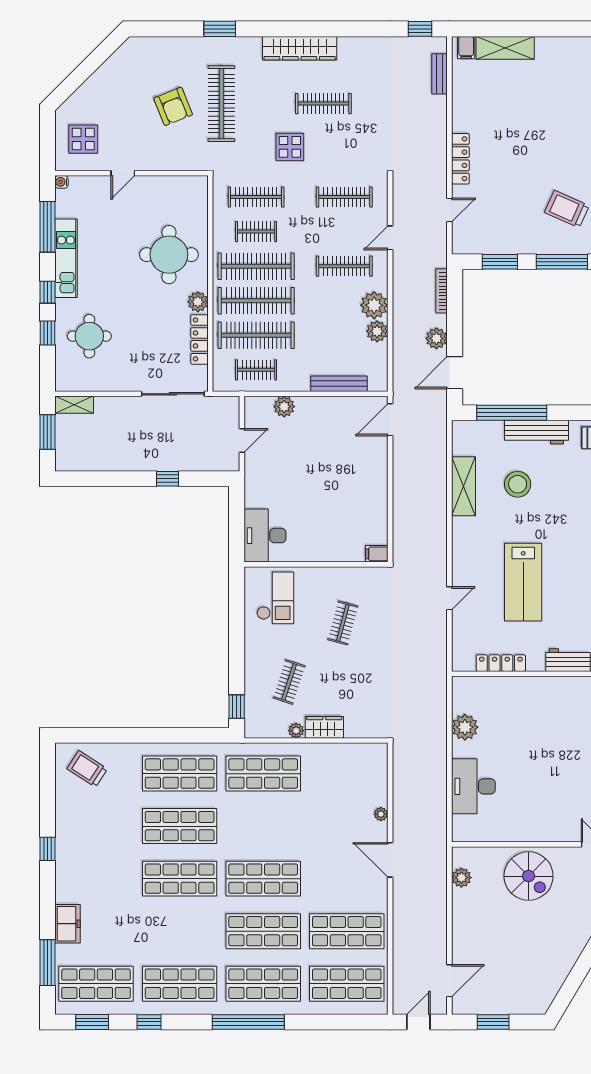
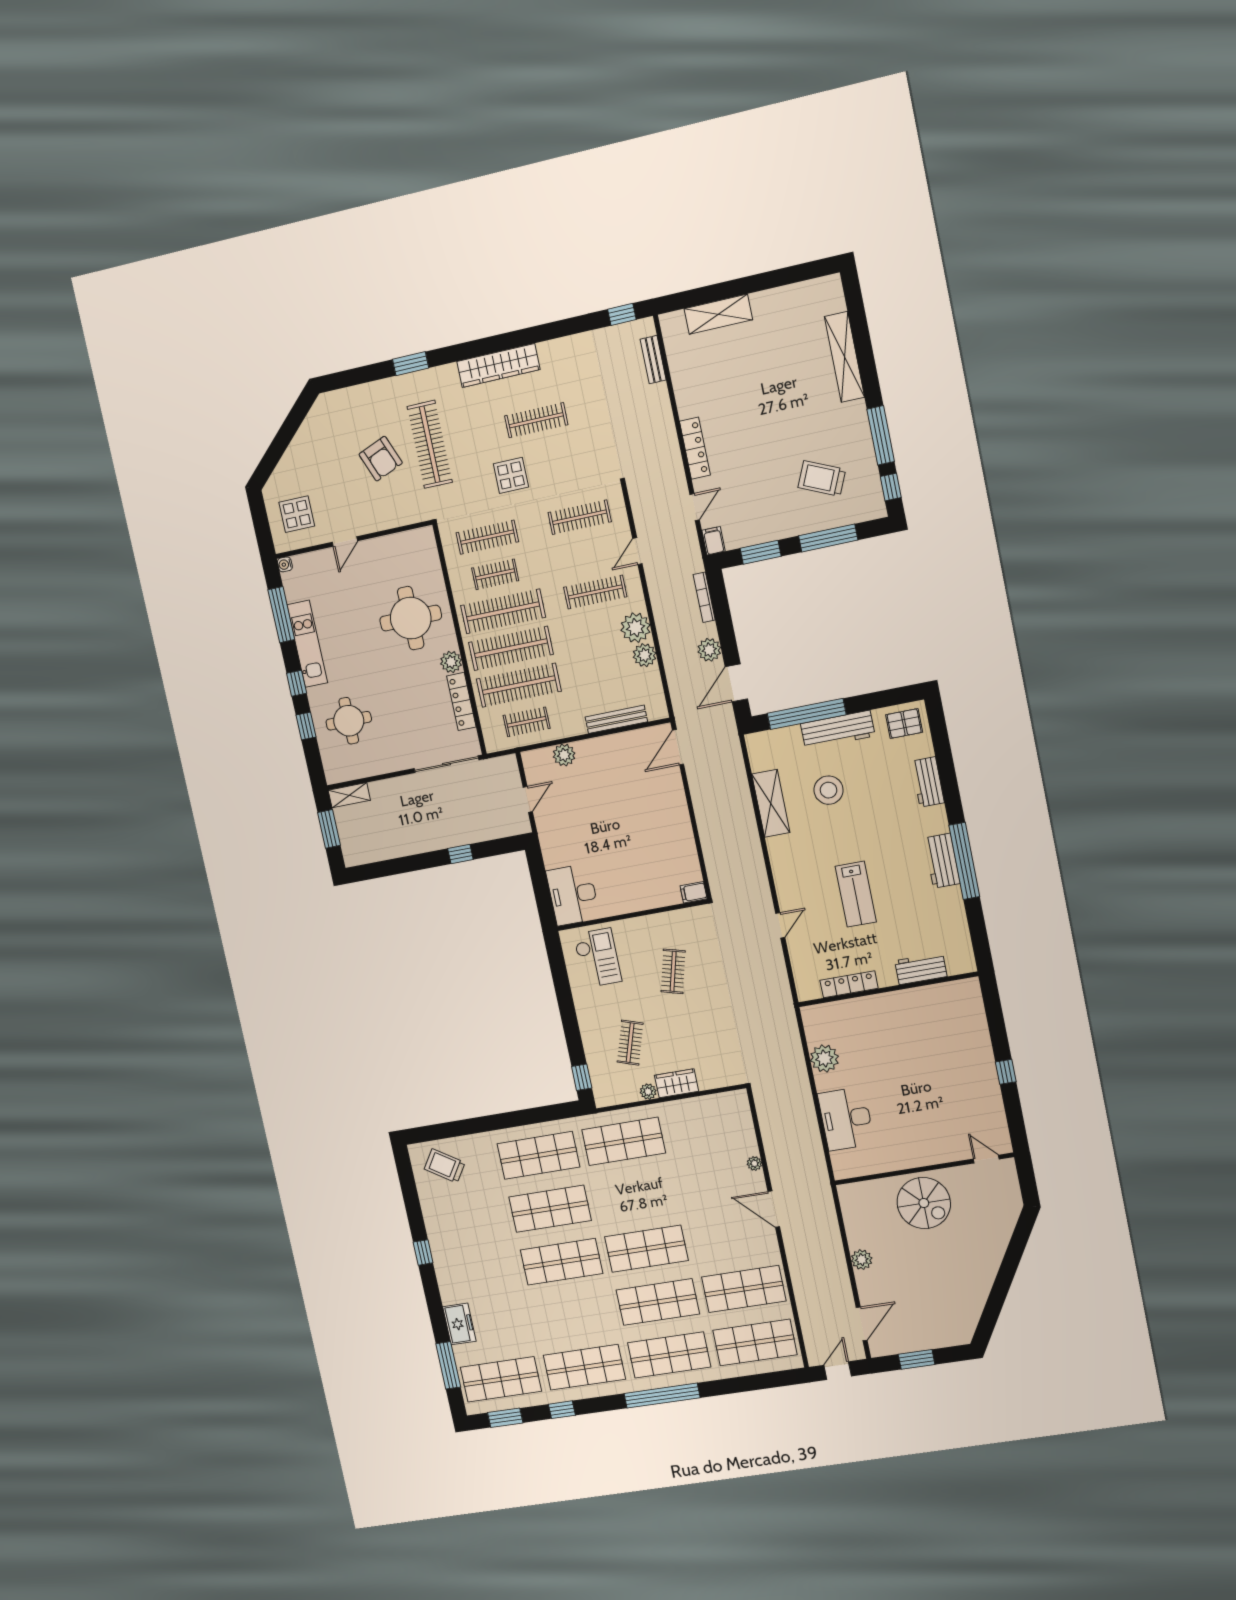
filing cabinet: (466, 48) -> (714, 541), moved, turned 180
lab bench: (523, 582) -> (856, 894), width x0.73, depth x0.72
plant: (461, 878) -> (862, 1260), moved

